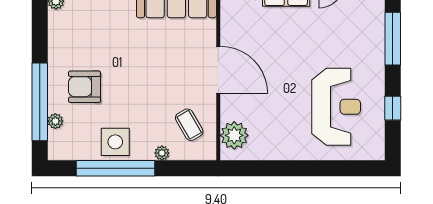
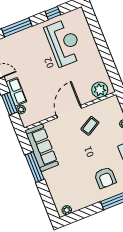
reception desk: (336, 107) -> (64, 43), turned 90
coffee table: (189, 125) -> (90, 126), moved

